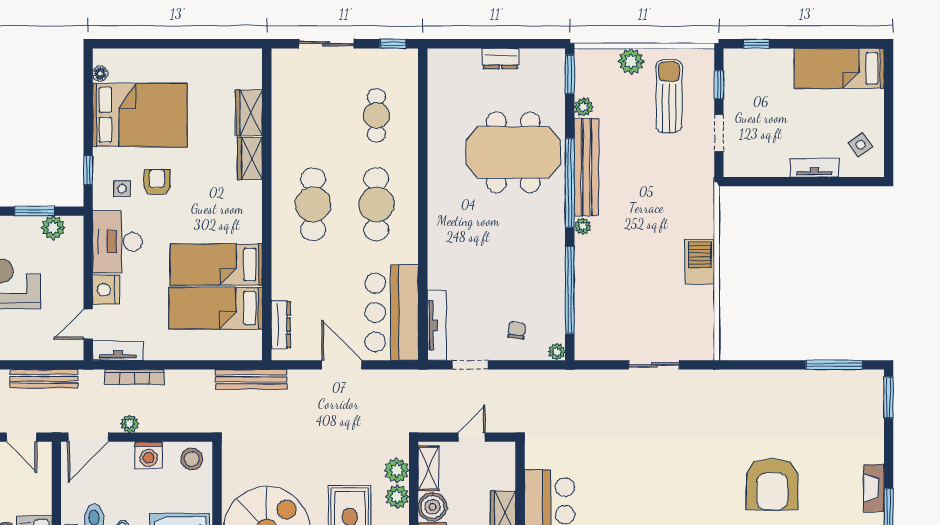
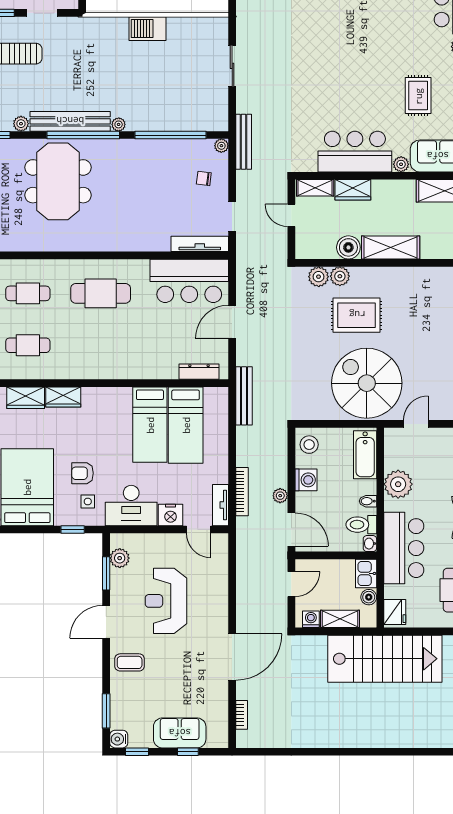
cafe table: (313, 204) -> (28, 345), moved, width x0.73, depth x0.74
bench: (44, 379) -> (244, 142), moved
shelving: (428, 468) -> (315, 188), moved

